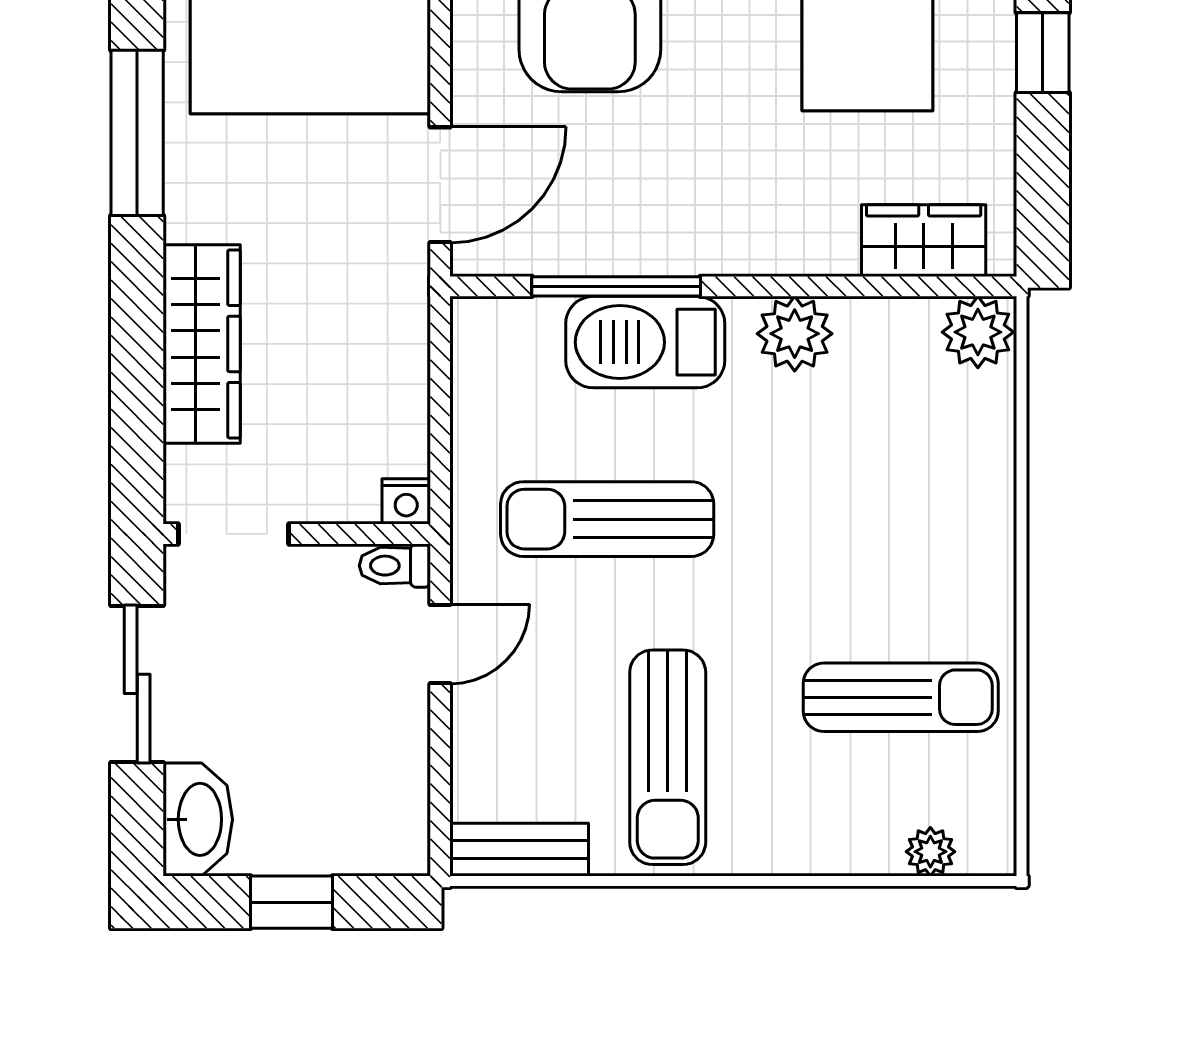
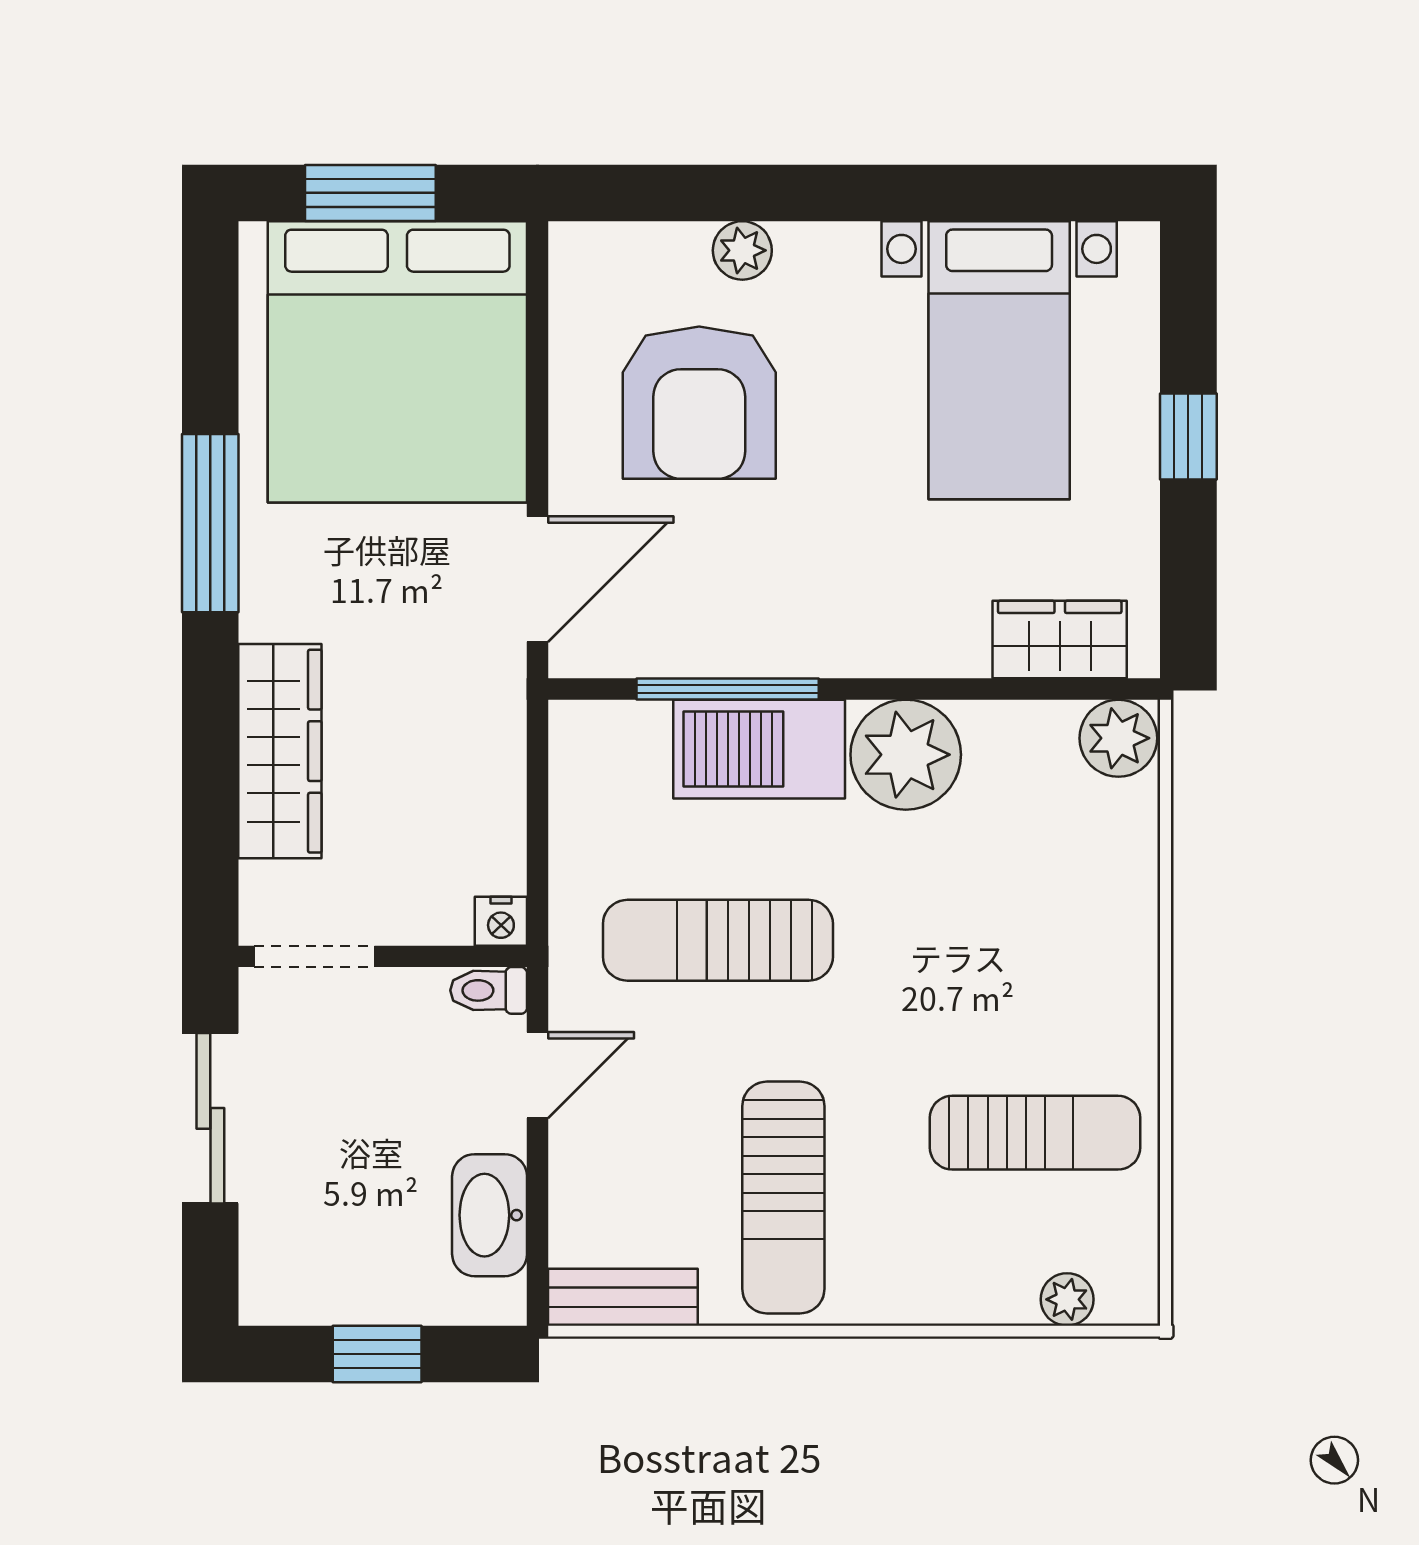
plant: (795, 334) -> (906, 755), width x1.36, depth x1.36
washbasin: (198, 819) -> (490, 1215), moved, turned 180

